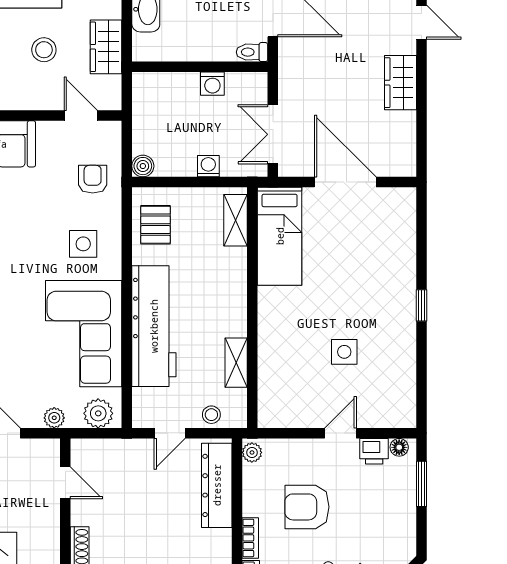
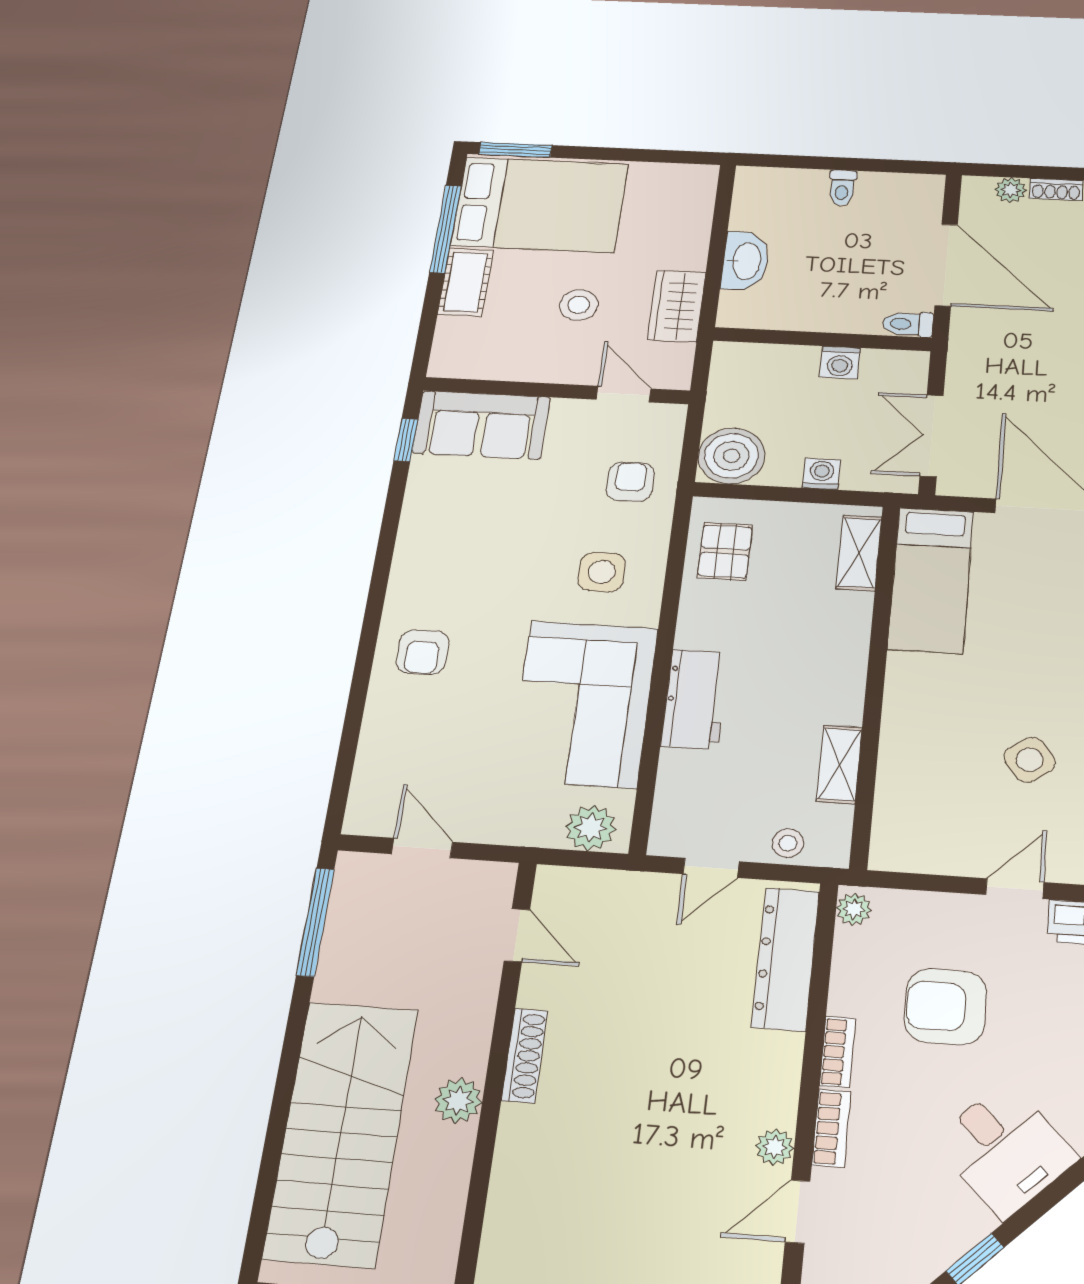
boiler: (143, 166) -> (731, 456), width x1.86, depth x1.86
workbench: (154, 326) -> (695, 699), width x0.53, depth x0.76
side table: (344, 352) -> (1030, 760), turned -36
plant: (54, 418) -> (514, 830), removed

